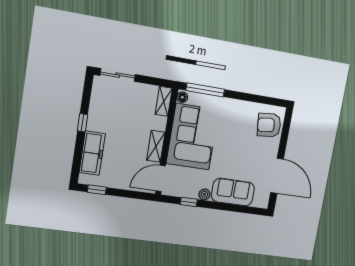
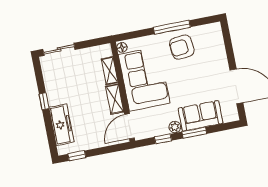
window: (205, 90) -> (172, 27), moved
shelving: (164, 101) -> (110, 71), moved
armchair: (269, 125) -> (182, 47), moved
window: (221, 206) -> (194, 133), added

